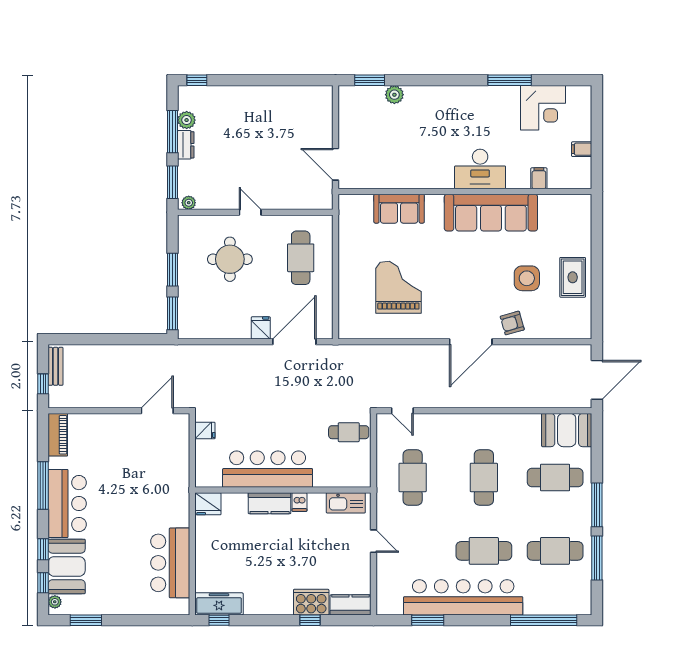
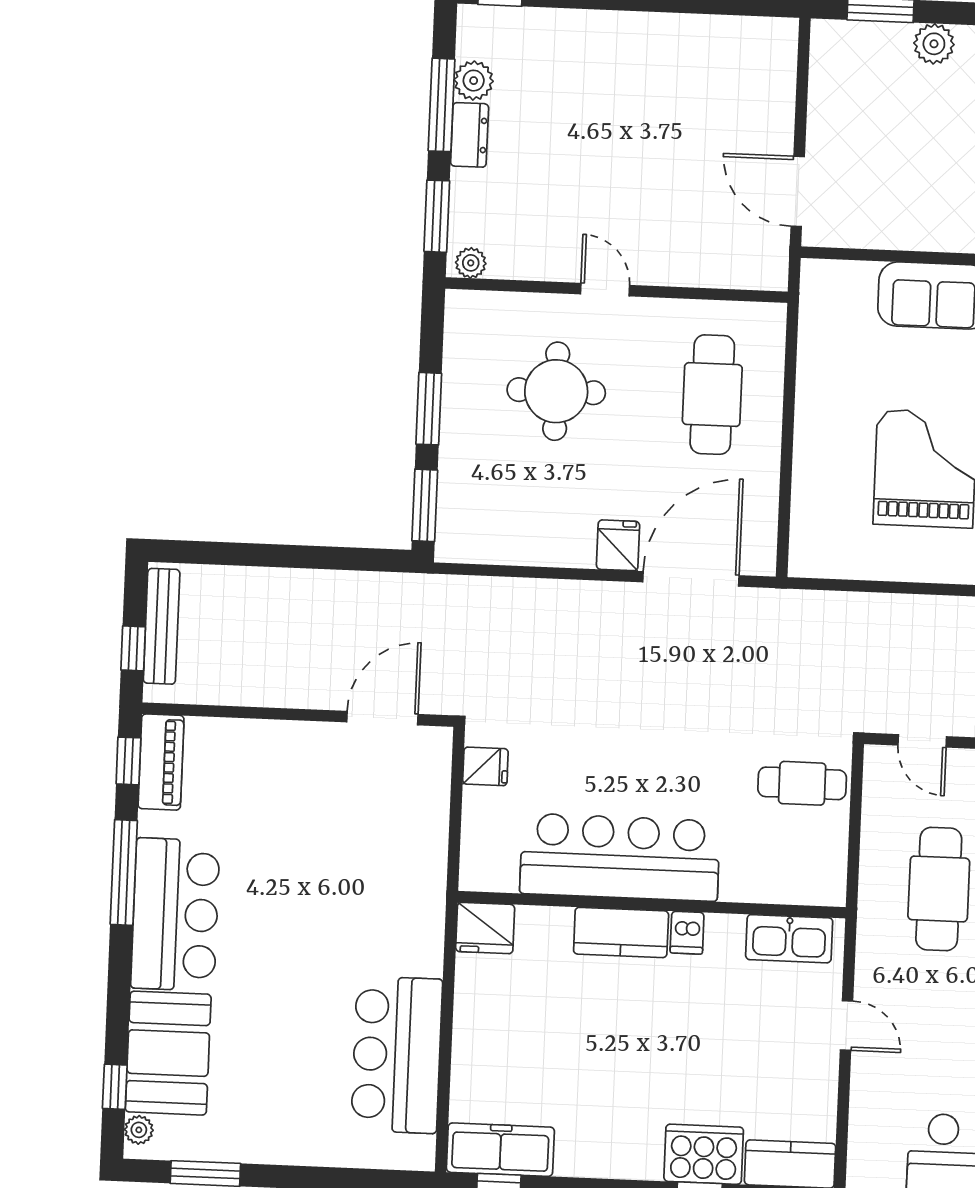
bench: (56, 366) -> (162, 626), width x1.36
window: (43, 549) -> (128, 761), moved

